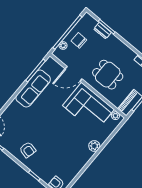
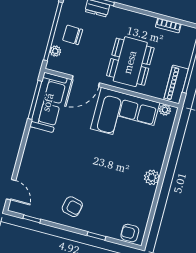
dining table: (108, 75) -> (130, 62), width x1.38
sofa: (33, 89) -> (48, 102), moved
plant: (94, 146) -> (152, 177), moved

